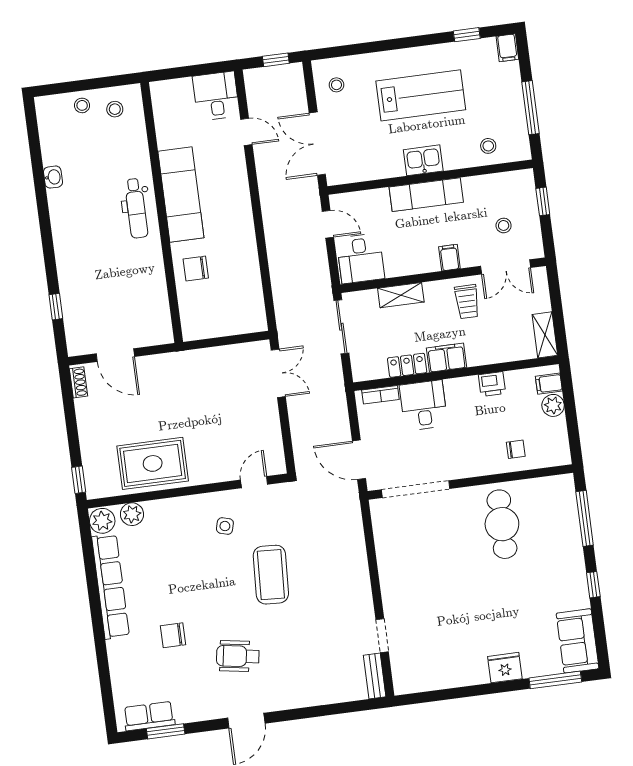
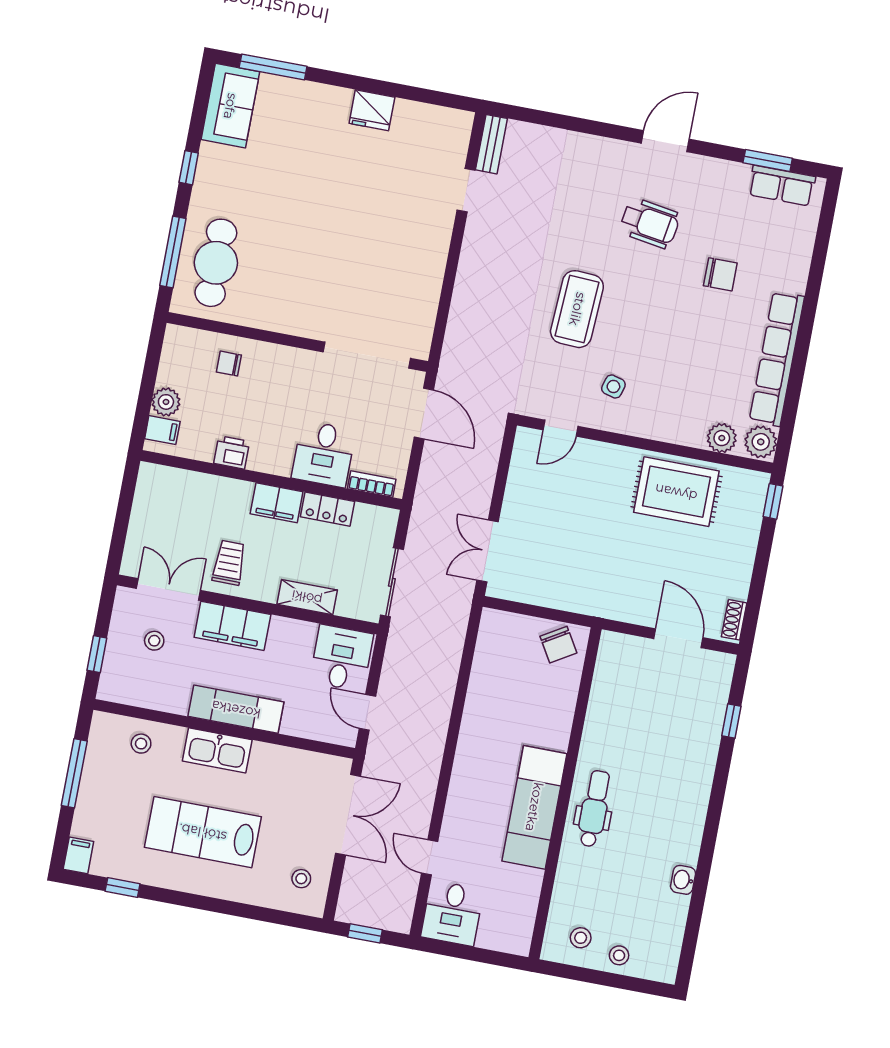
kitchen sink: (423, 160) -> (217, 750), width x1.38
filing cabinet: (449, 258) -> (232, 626), width x3.00, depth x1.17
chair: (196, 269) -> (558, 645), moved, turned 59
shelving: (545, 335) -> (148, 491), removed
cafe table: (502, 524) -> (216, 263), moved
fridge: (505, 668) -> (372, 110), moved

